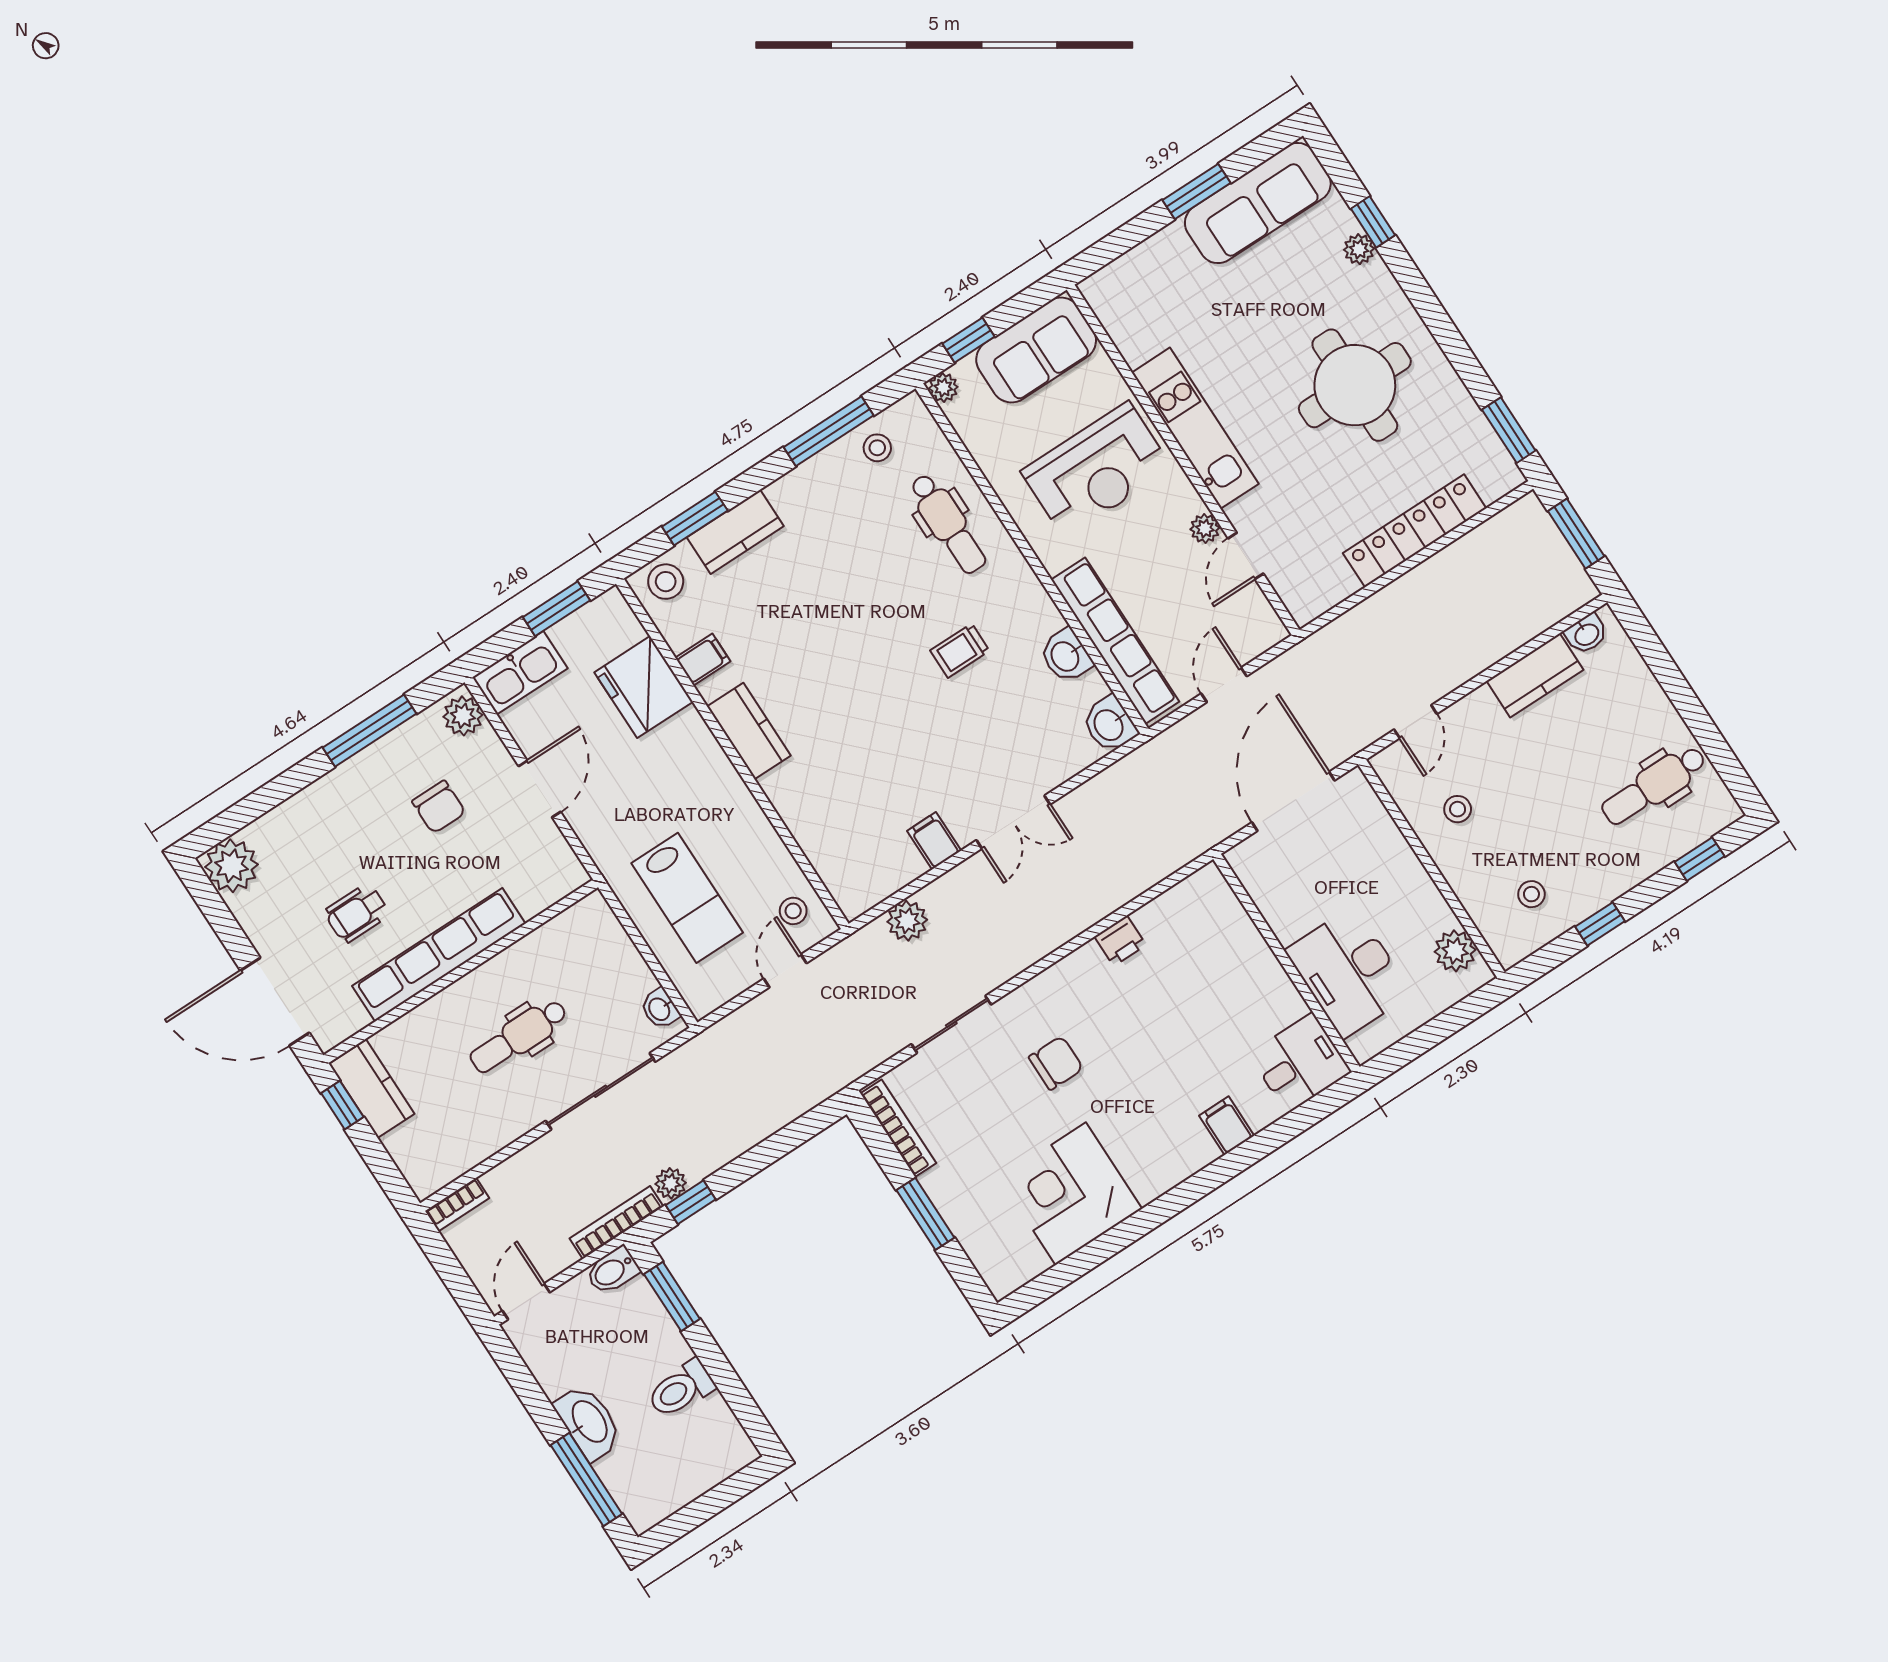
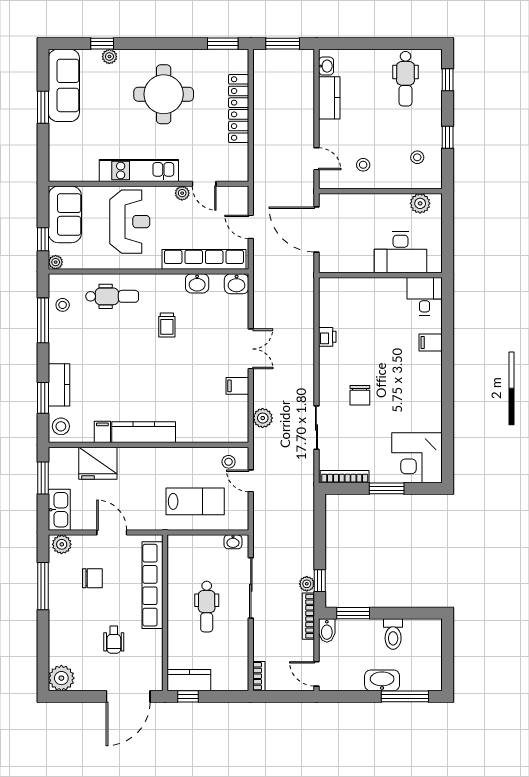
kitchen counter: (749, 731) -> (144, 432), width x1.50
row of seats: (439, 955) -> (152, 585), moved
chair: (1056, 1063) -> (360, 395), turned 180
corner desk: (1071, 1194) -> (417, 458), moved

